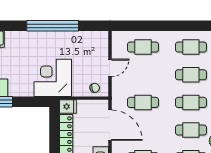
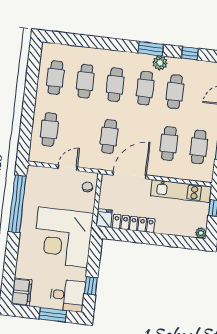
window: (53, 26) -> (17, 204), moved
door: (110, 68) -> (68, 168), hinge flipped
corner desk: (53, 78) -> (63, 237), width x1.36, depth x1.36

